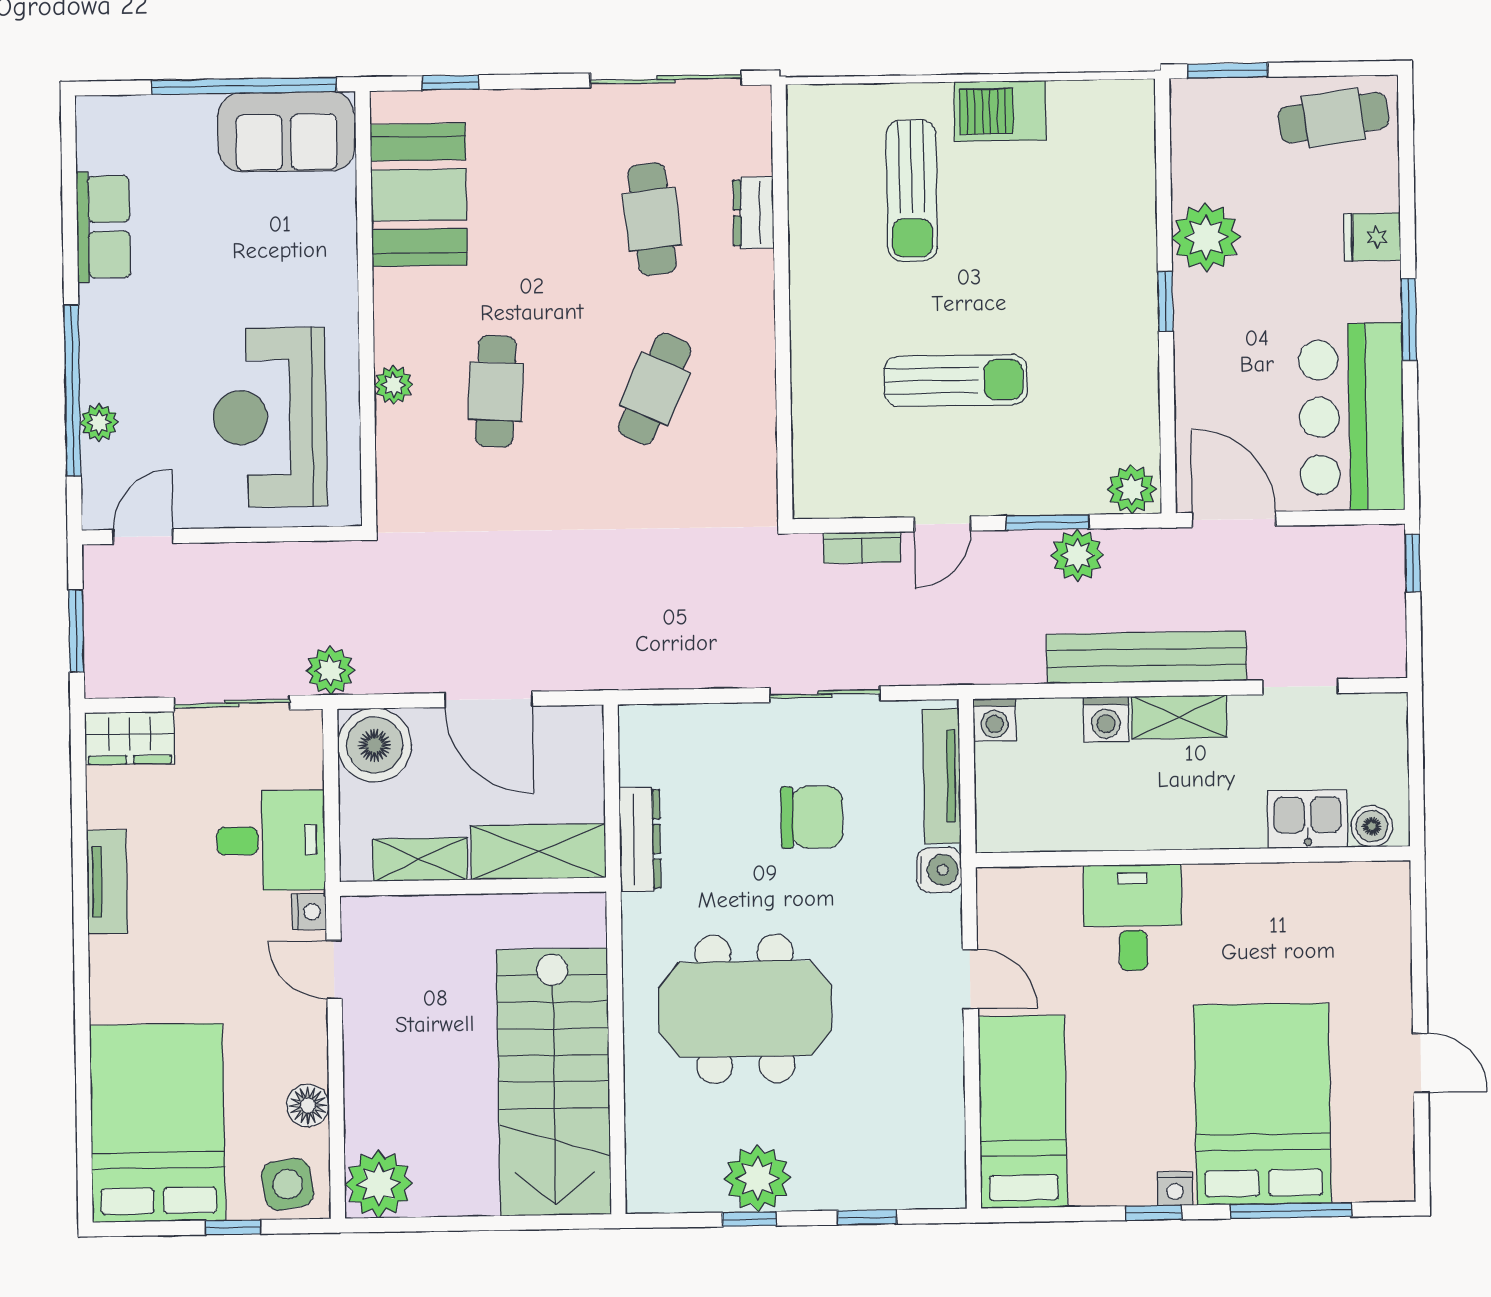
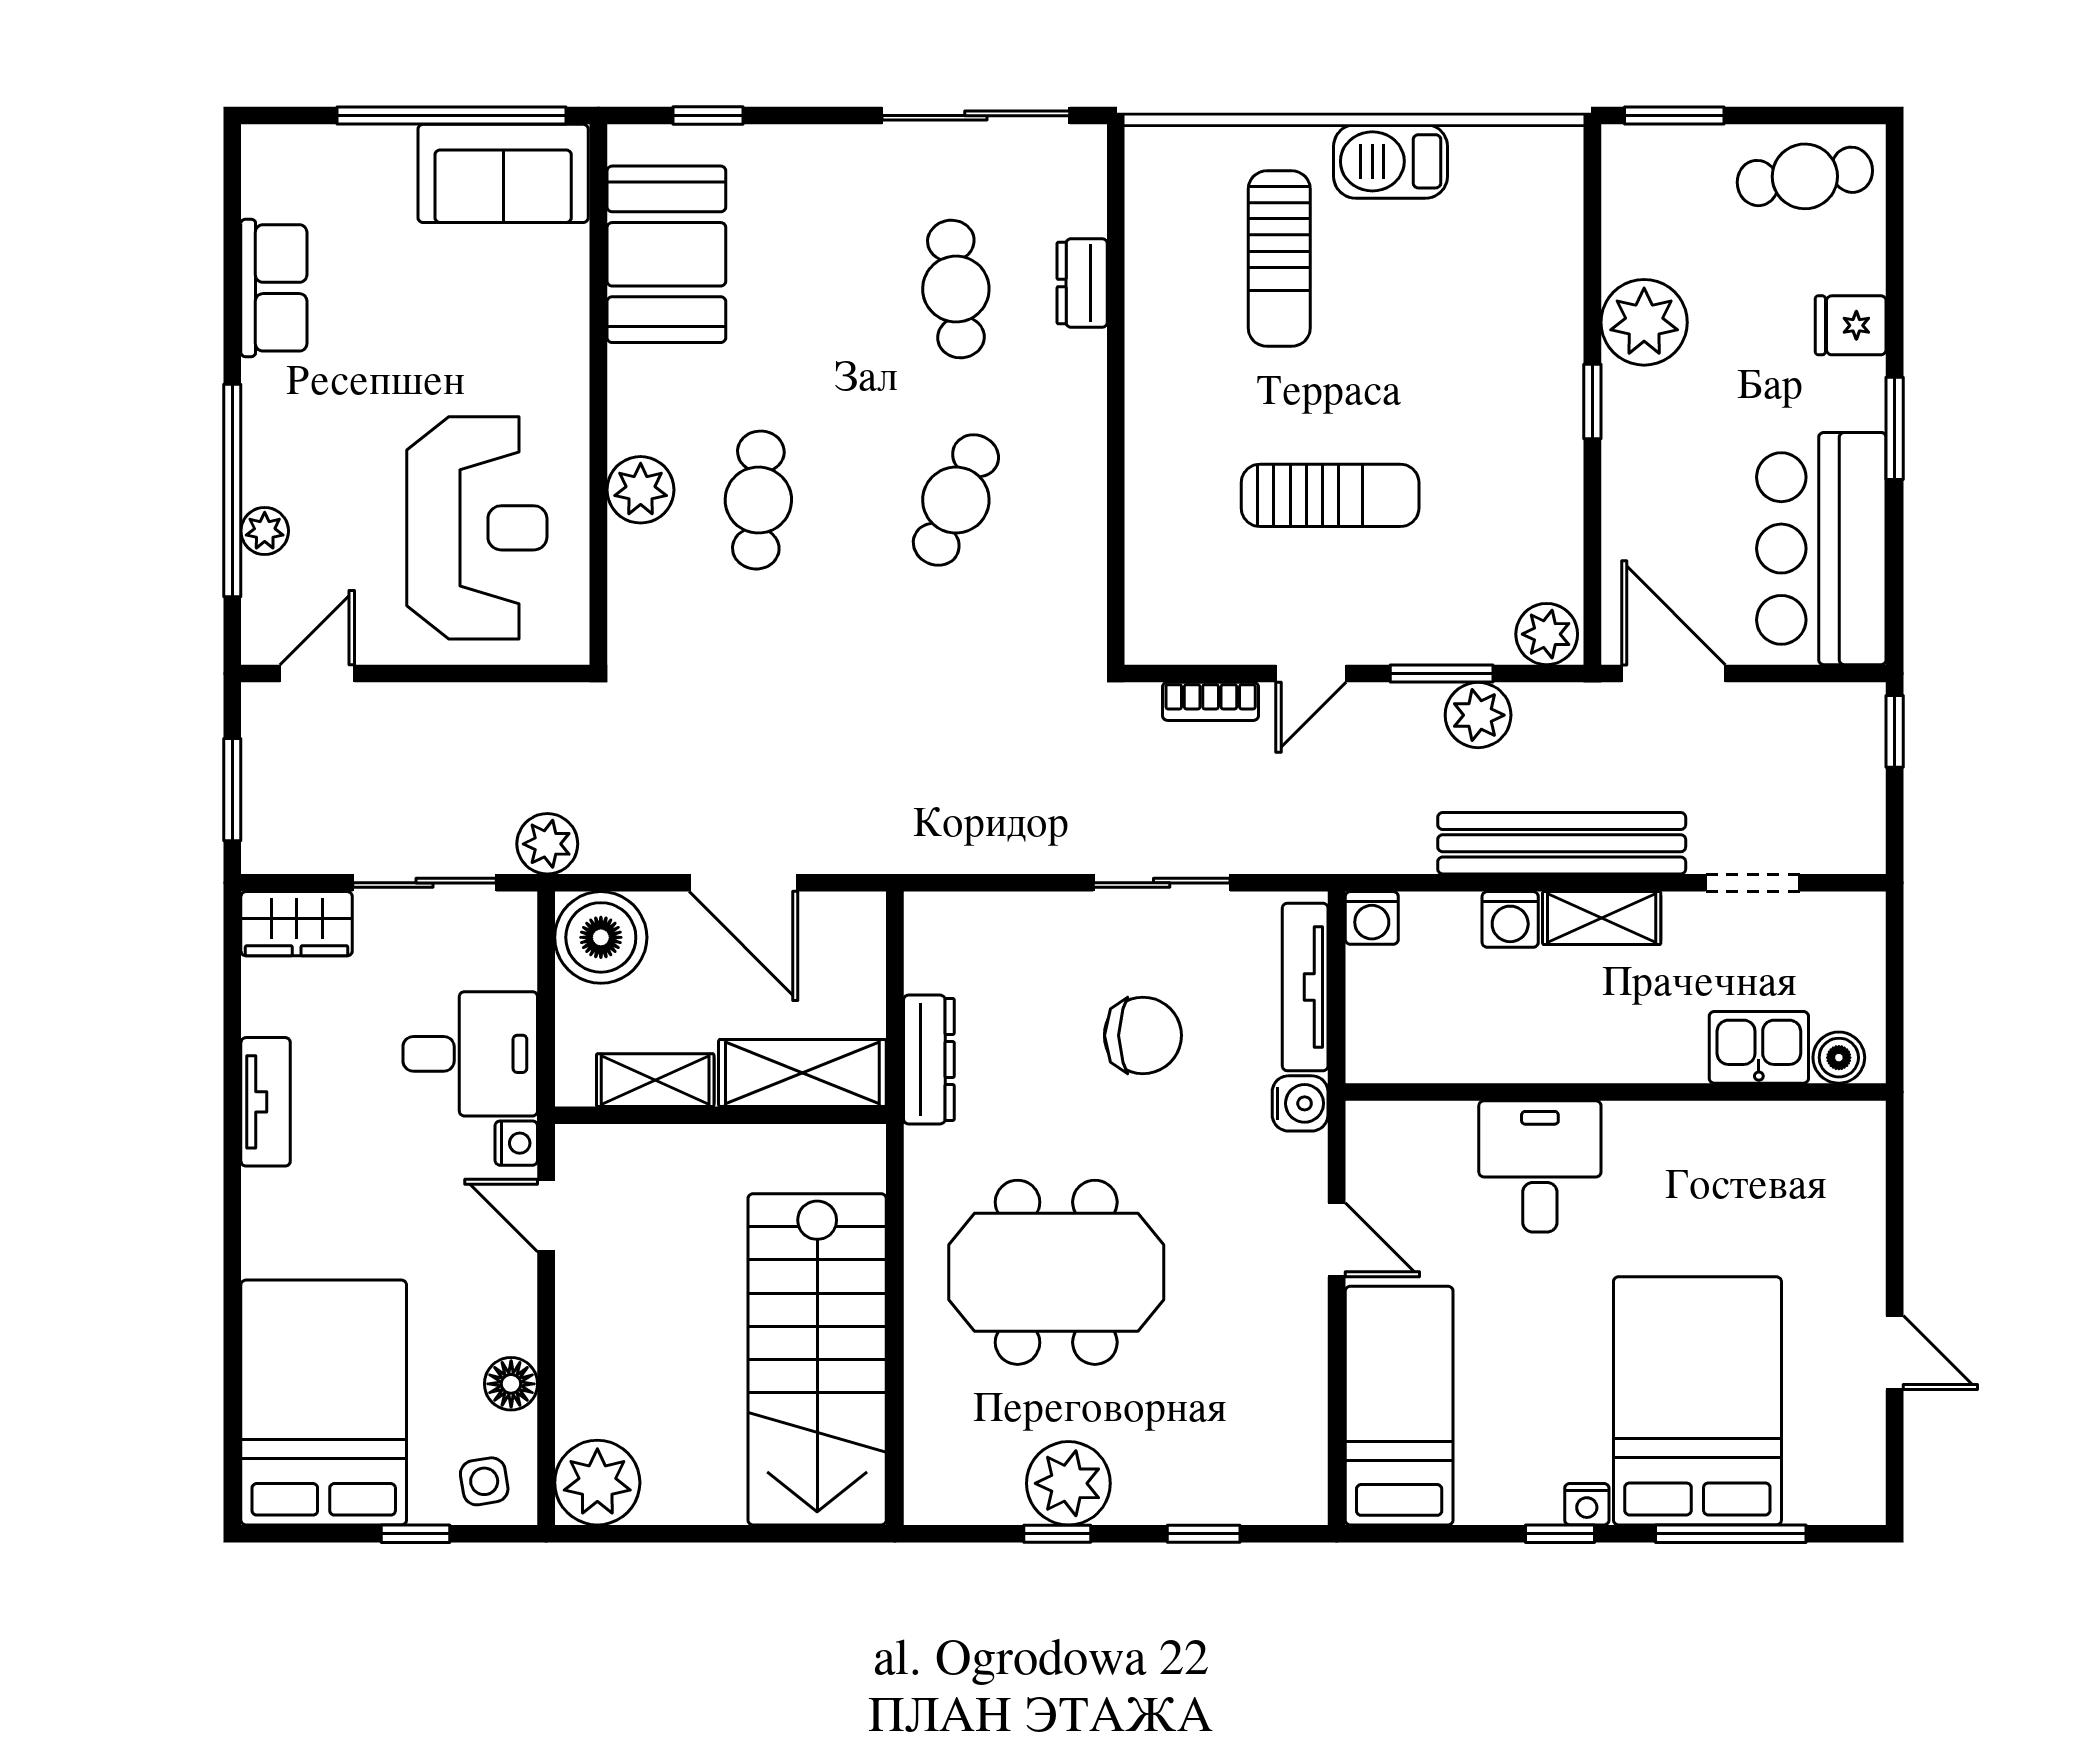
plant: (394, 385) -> (641, 490), width x1.38, depth x1.38
reception desk: (270, 417) -> (477, 528), turned 180
side table: (288, 1184) -> (484, 1481), width x0.73, depth x0.73

